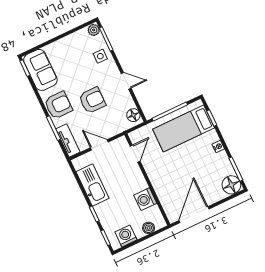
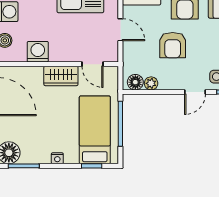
door: (126, 81) -> (195, 92), moved
plant: (129, 103) -> (151, 83), added
door: (99, 145) -> (120, 30), hinge flipped
wardrobe: (155, 173) -> (61, 76), added

